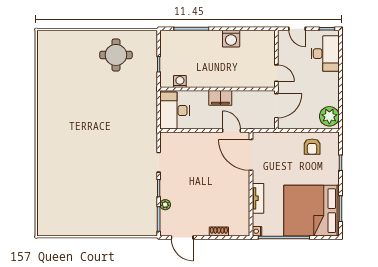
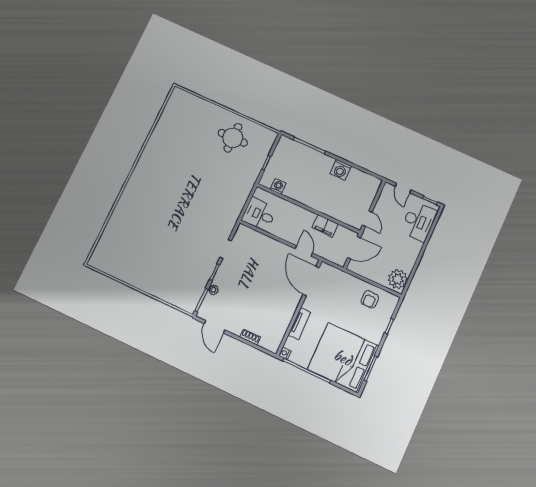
filing cabinet: (220, 98) -> (325, 226), moved
desk: (175, 110) -> (259, 214), width x0.73

